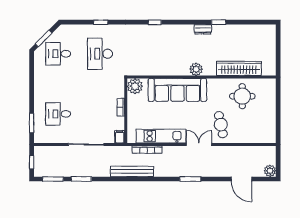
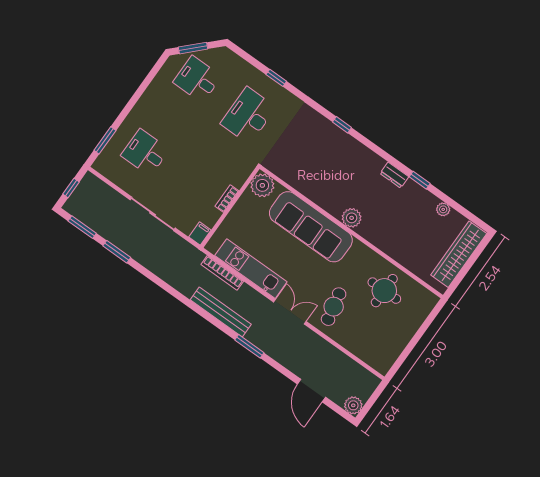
plant: (243, 29) -> (443, 209), added
wardrobe: (239, 68) -> (459, 254), moved, turned -90
bench: (132, 171) -> (221, 312), moved

